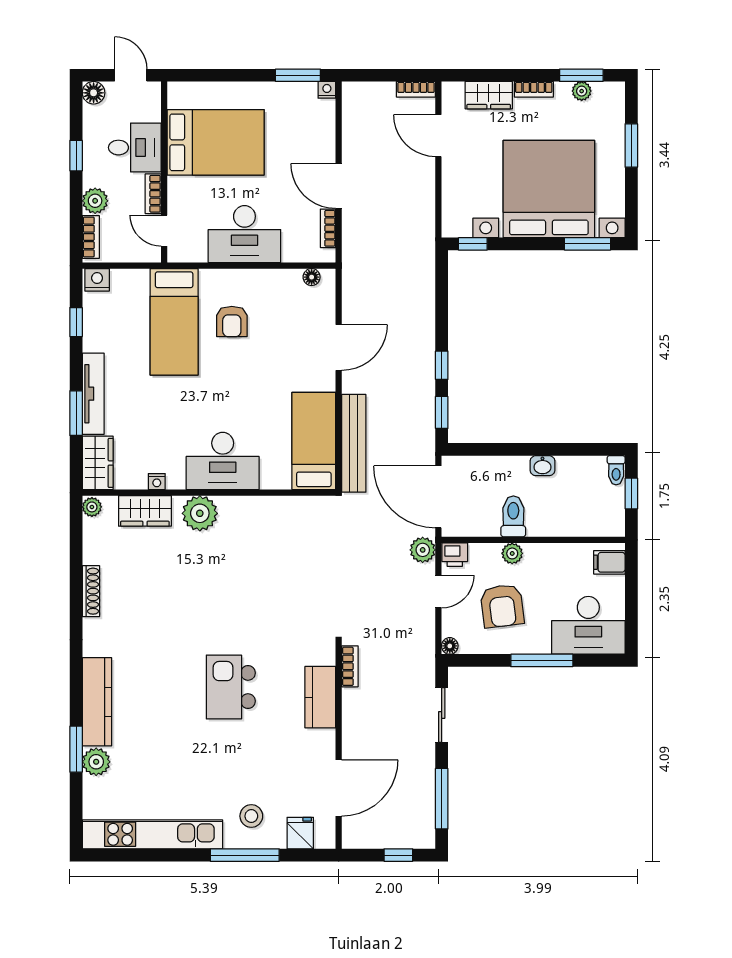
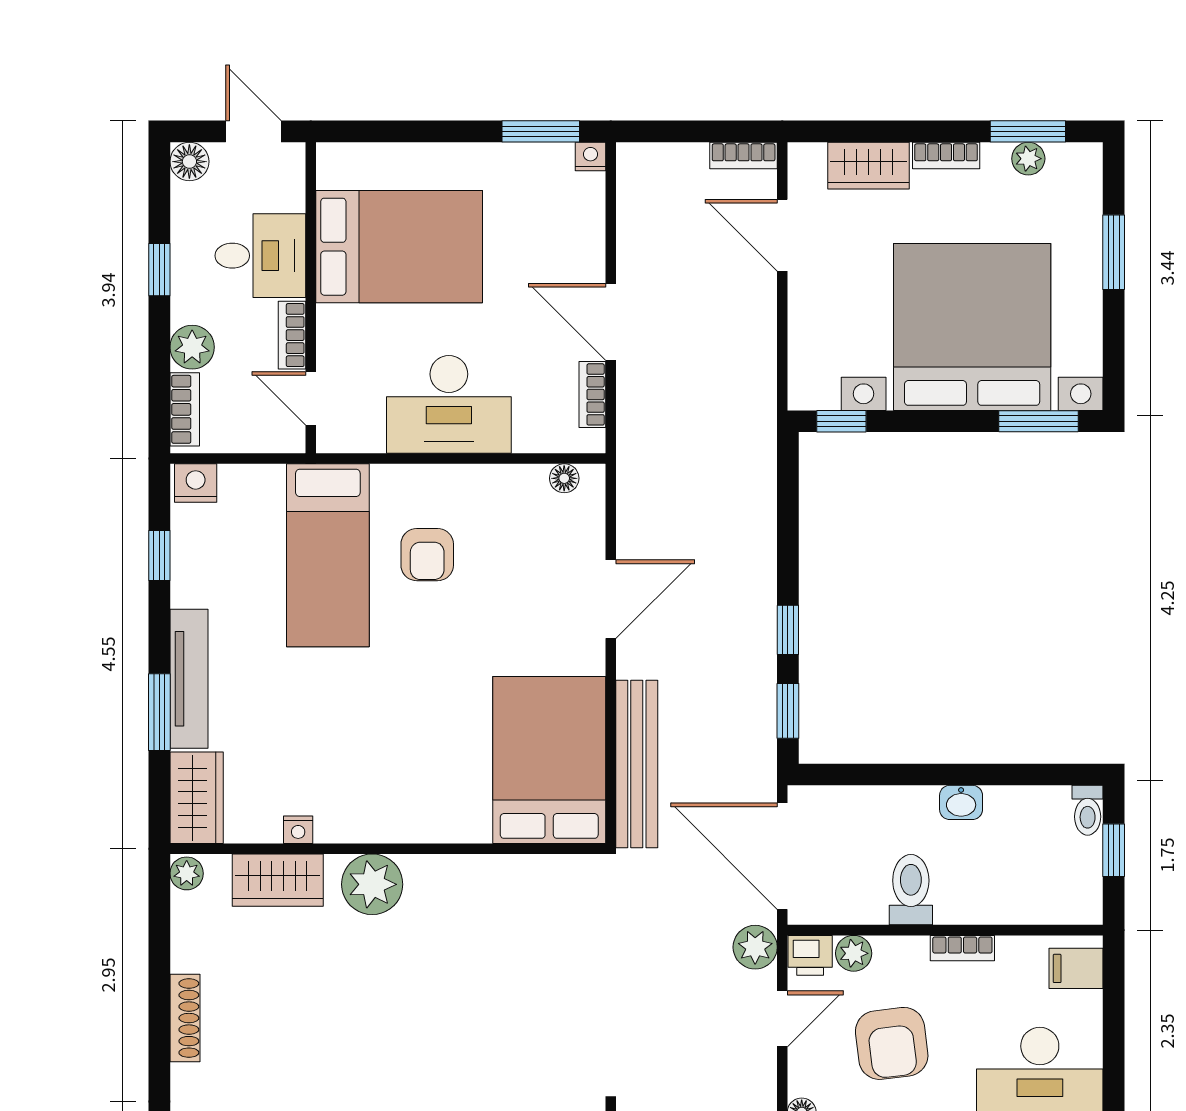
bed: (314, 441) -> (549, 760), width x1.50
desk: (223, 461) -> (411, 794), removed
bookcase: (543, 550) -> (962, 948), added
plant: (512, 553) -> (854, 953), moved

